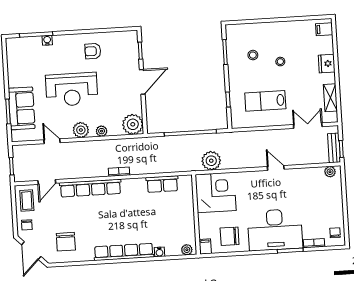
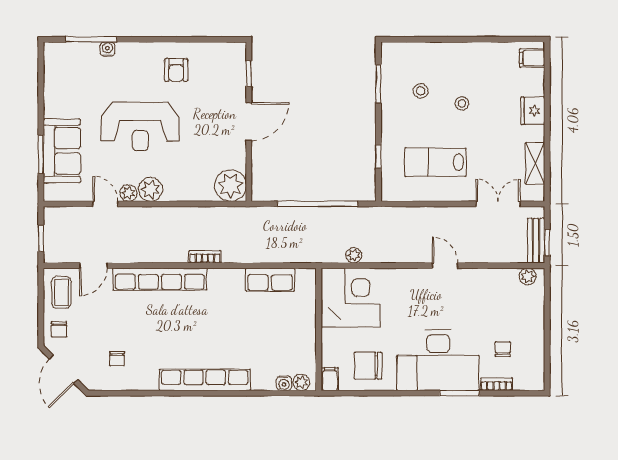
armchair: (93, 51) -> (176, 70), turned -90
plant: (102, 131) -> (128, 193), moved
plant: (211, 161) -> (354, 255), width x0.53, depth x0.53
chair: (335, 233) -> (503, 349), moved
chair: (66, 242) -> (117, 359), width x0.54, depth x0.54
water cooler: (159, 252) -> (284, 383), moved

